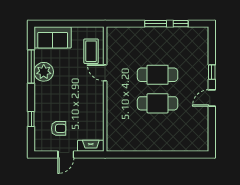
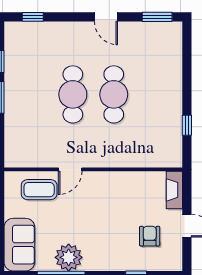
window: (212, 72) -> (33, 17), moved
window: (212, 134) -> (157, 17), added
window: (136, 154) -> (187, 125), added

